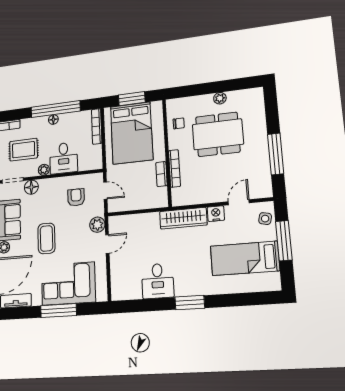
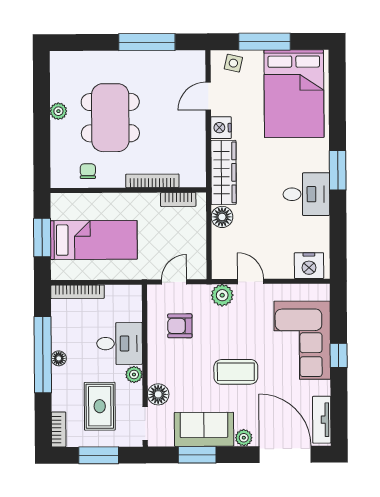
bed: (132, 133) -> (94, 240), width x0.67
bookcase: (161, 174) -> (178, 199), moved
door: (239, 202) -> (208, 96), hinge flipped
floor lamp: (151, 220) -> (222, 217), added
bed: (245, 258) -> (294, 94), width x1.50
desk: (158, 281) -> (306, 194), moved
nightstand: (120, 285) -> (309, 266), added
window: (58, 310) -> (339, 356), width x0.46

